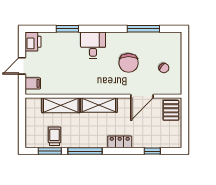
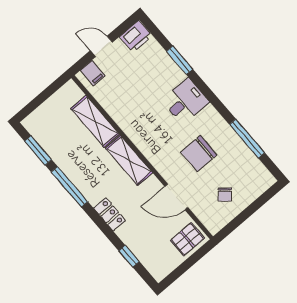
trolley: (54, 136) -> (58, 142), removed

